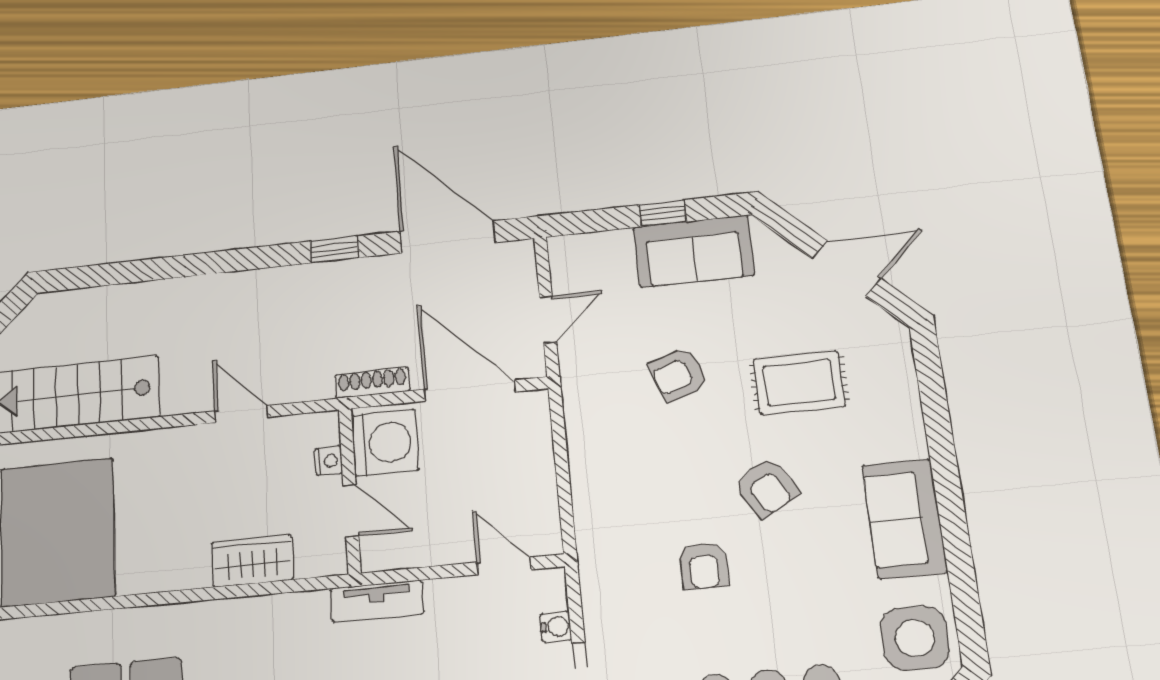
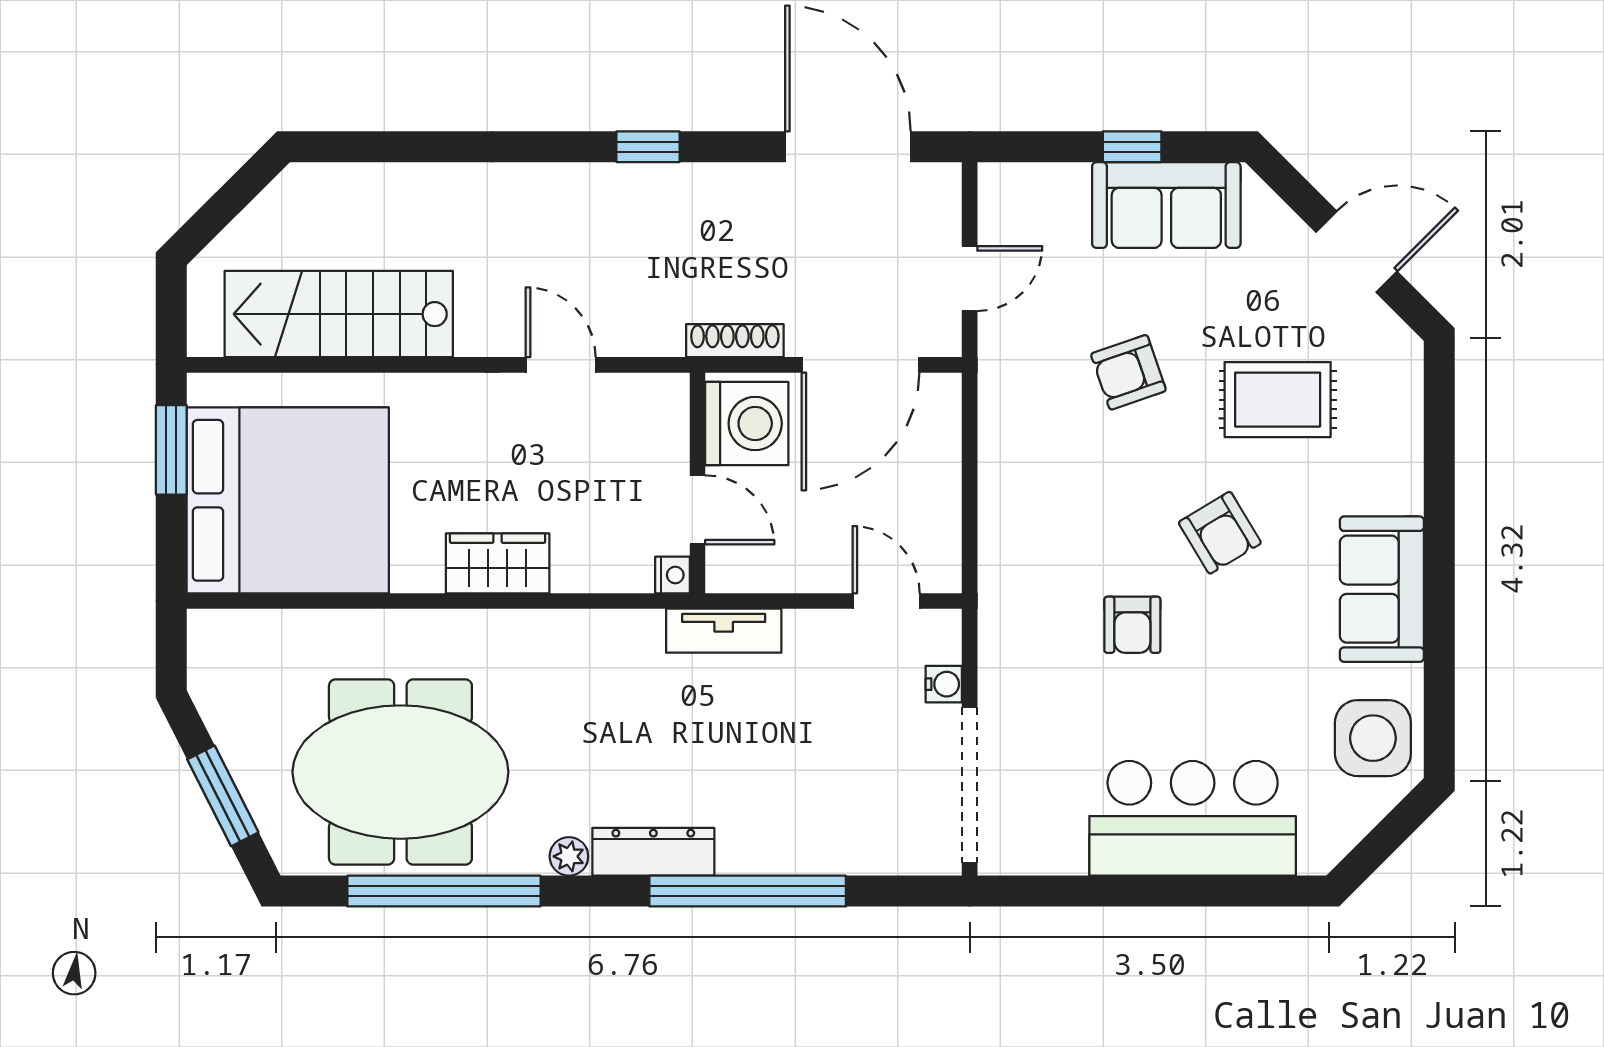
window: (334, 249) -> (648, 147), moved
door: (469, 391) -> (860, 365), swing flipped
nightstand: (329, 461) -> (673, 575), moved
wardrobe: (252, 561) -> (498, 563), moved

